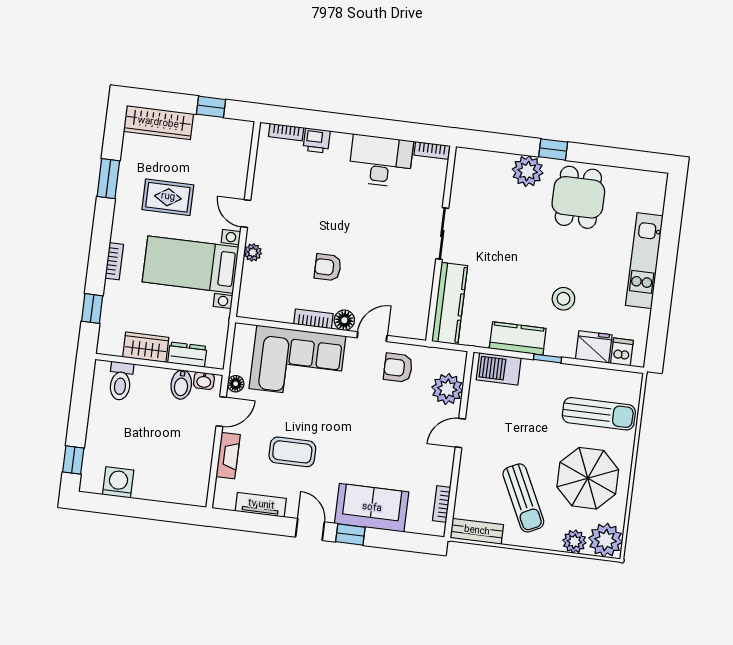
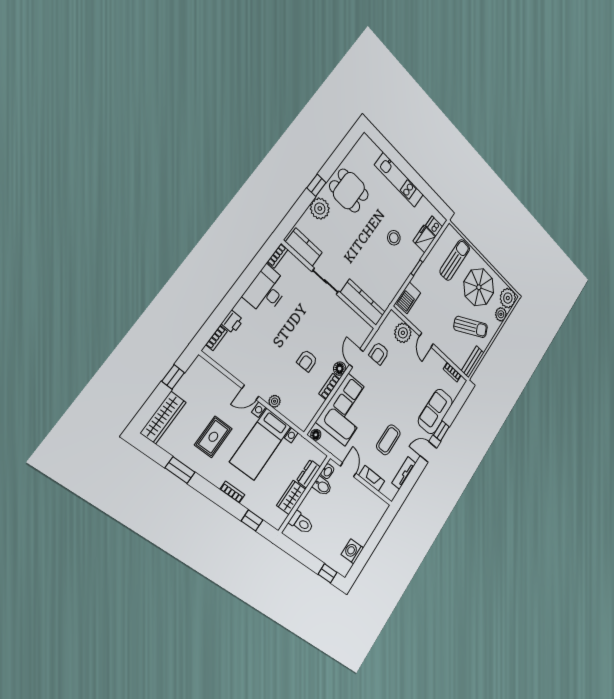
kitchen counter: (518, 338) -> (304, 247), moved, turned 90
floor lamp: (236, 384) -> (316, 435), moved

